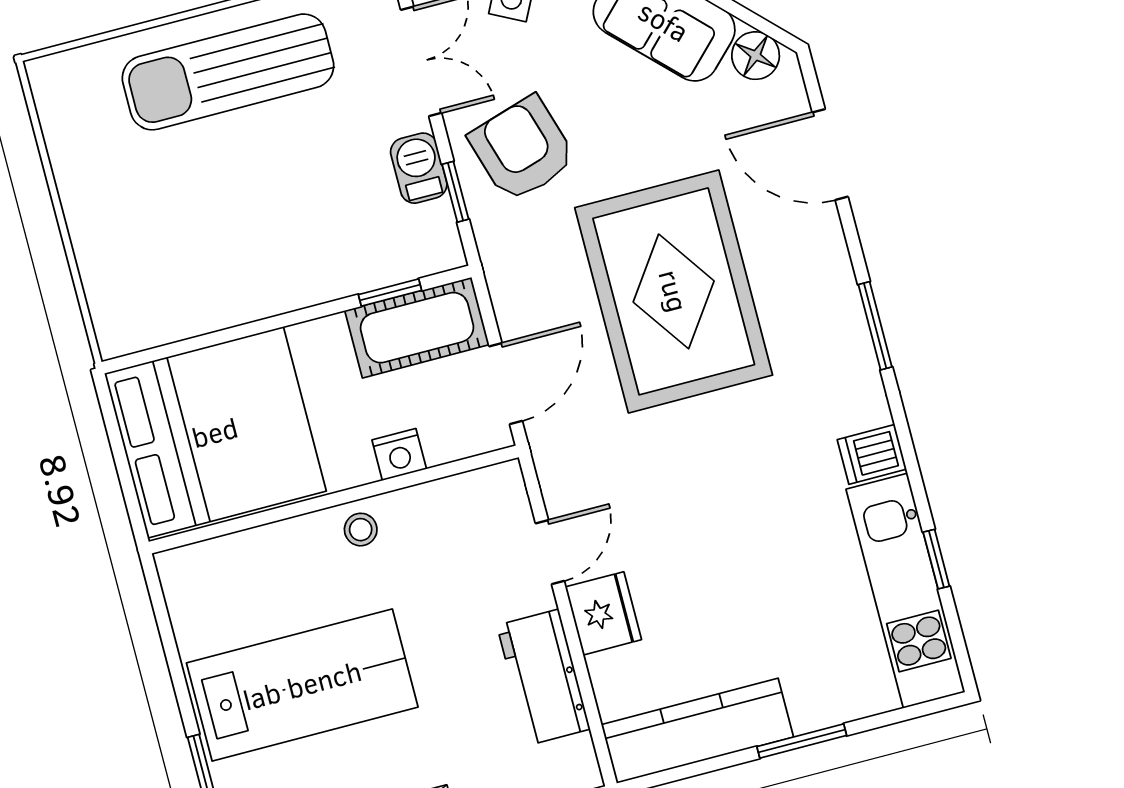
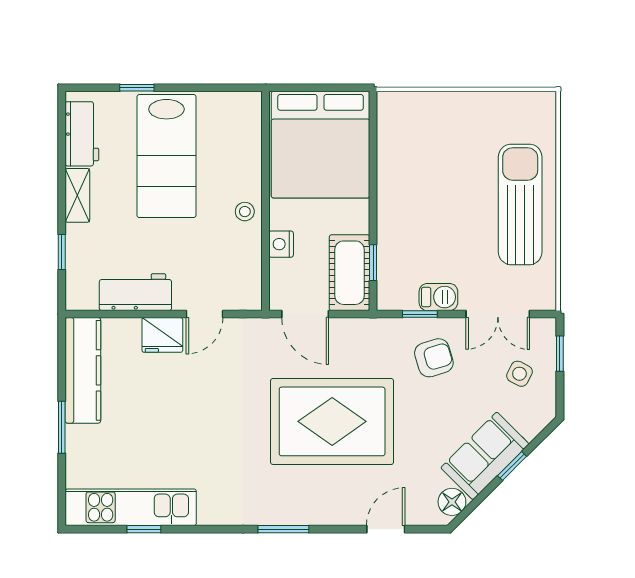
armchair: (522, 149) -> (434, 358), width x0.72, depth x0.72
door: (830, 155) -> (386, 529), width x0.73
dishwasher: (872, 454) -> (212, 508), removed
door: (550, 552) -> (204, 314), hinge flipped

